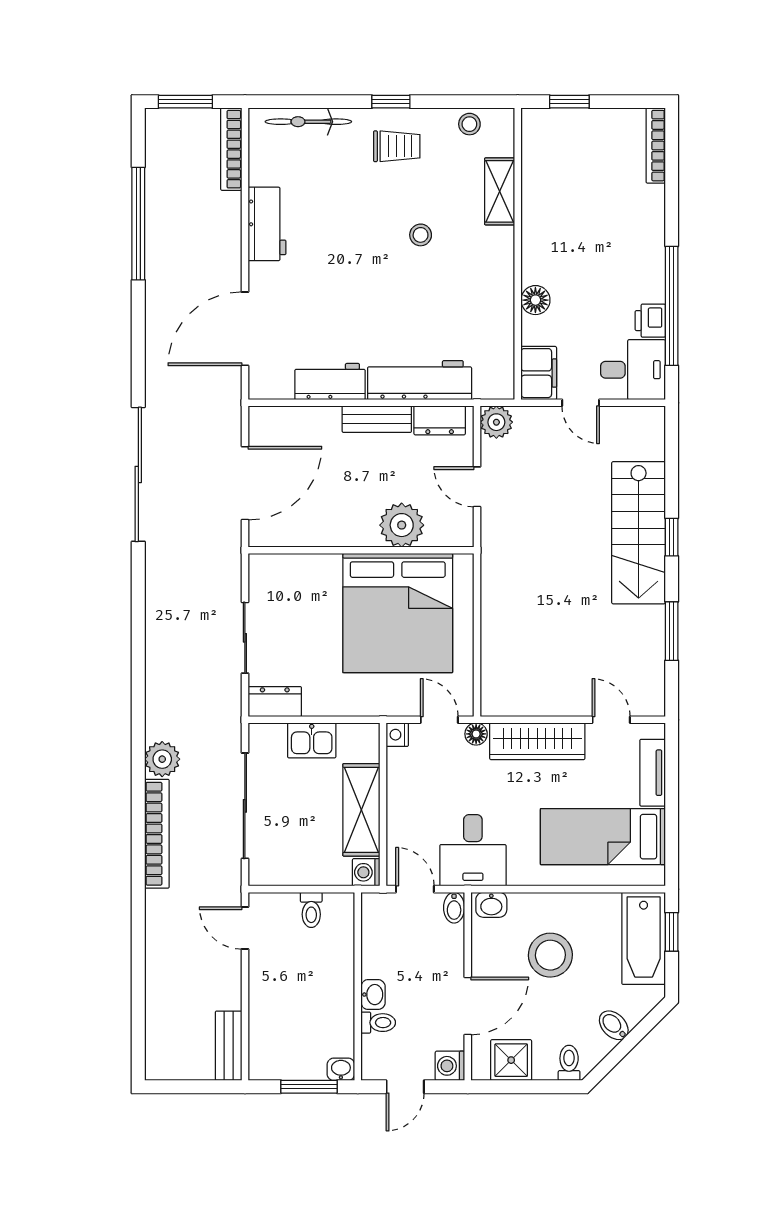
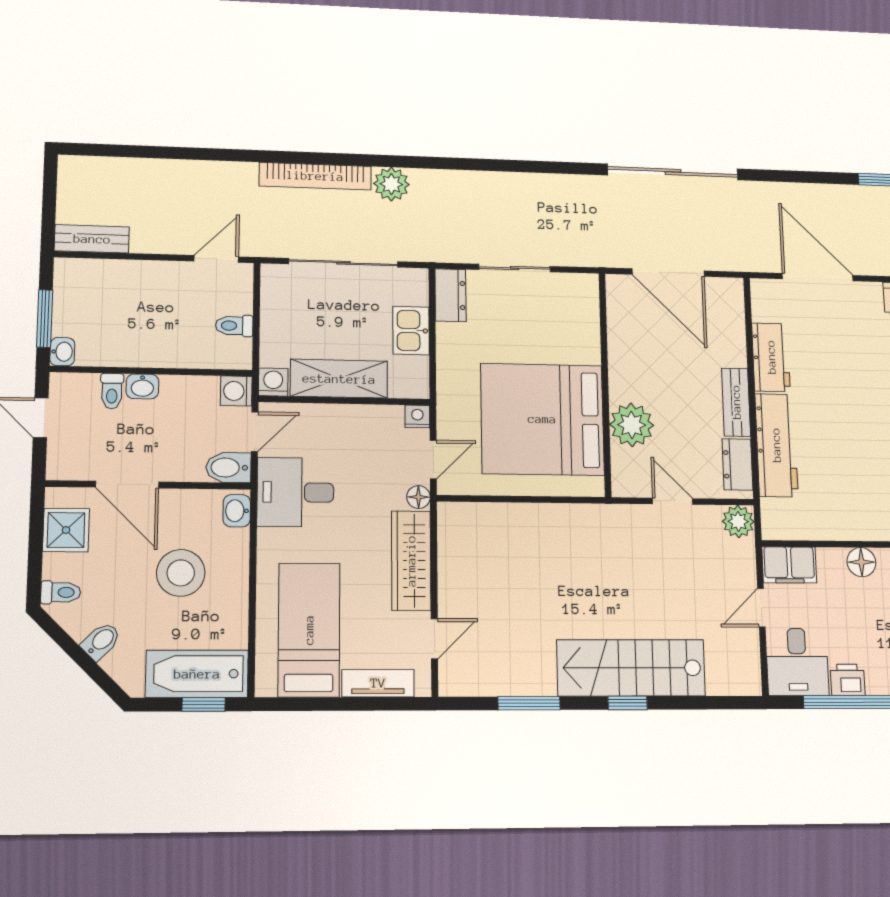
door: (477, 487) -> (673, 501), hinge flipped
bidet: (454, 908) -> (228, 468), width x1.38, depth x1.36
washing machine: (450, 1066) -> (236, 391), moved, turned -90

